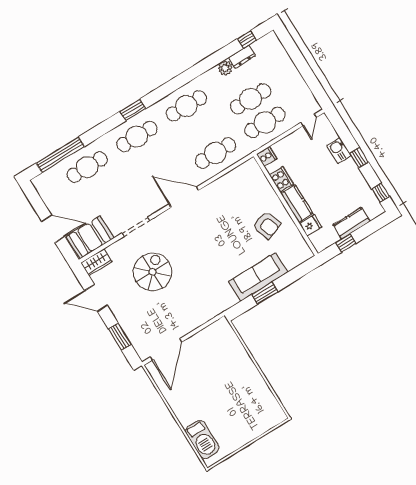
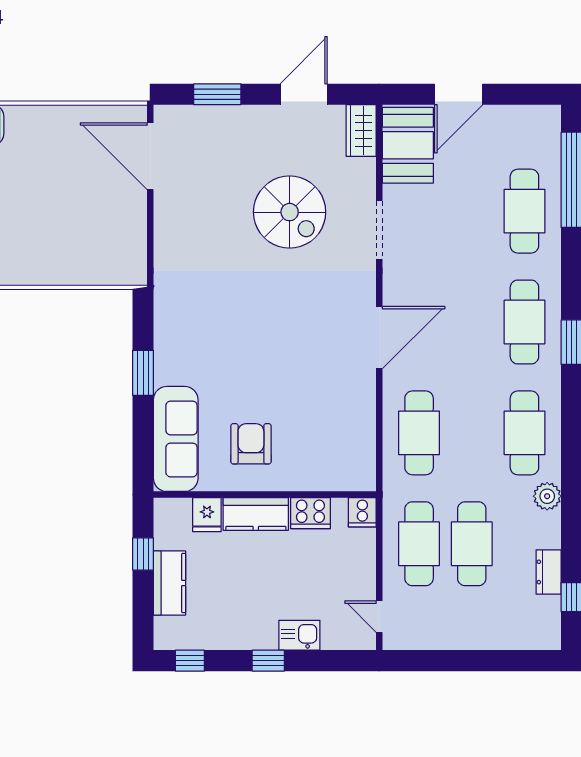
plant: (225, 68) -> (547, 496), moved
armchair: (267, 225) -> (251, 444), turned 110
sofa: (258, 277) -> (176, 439), moved

